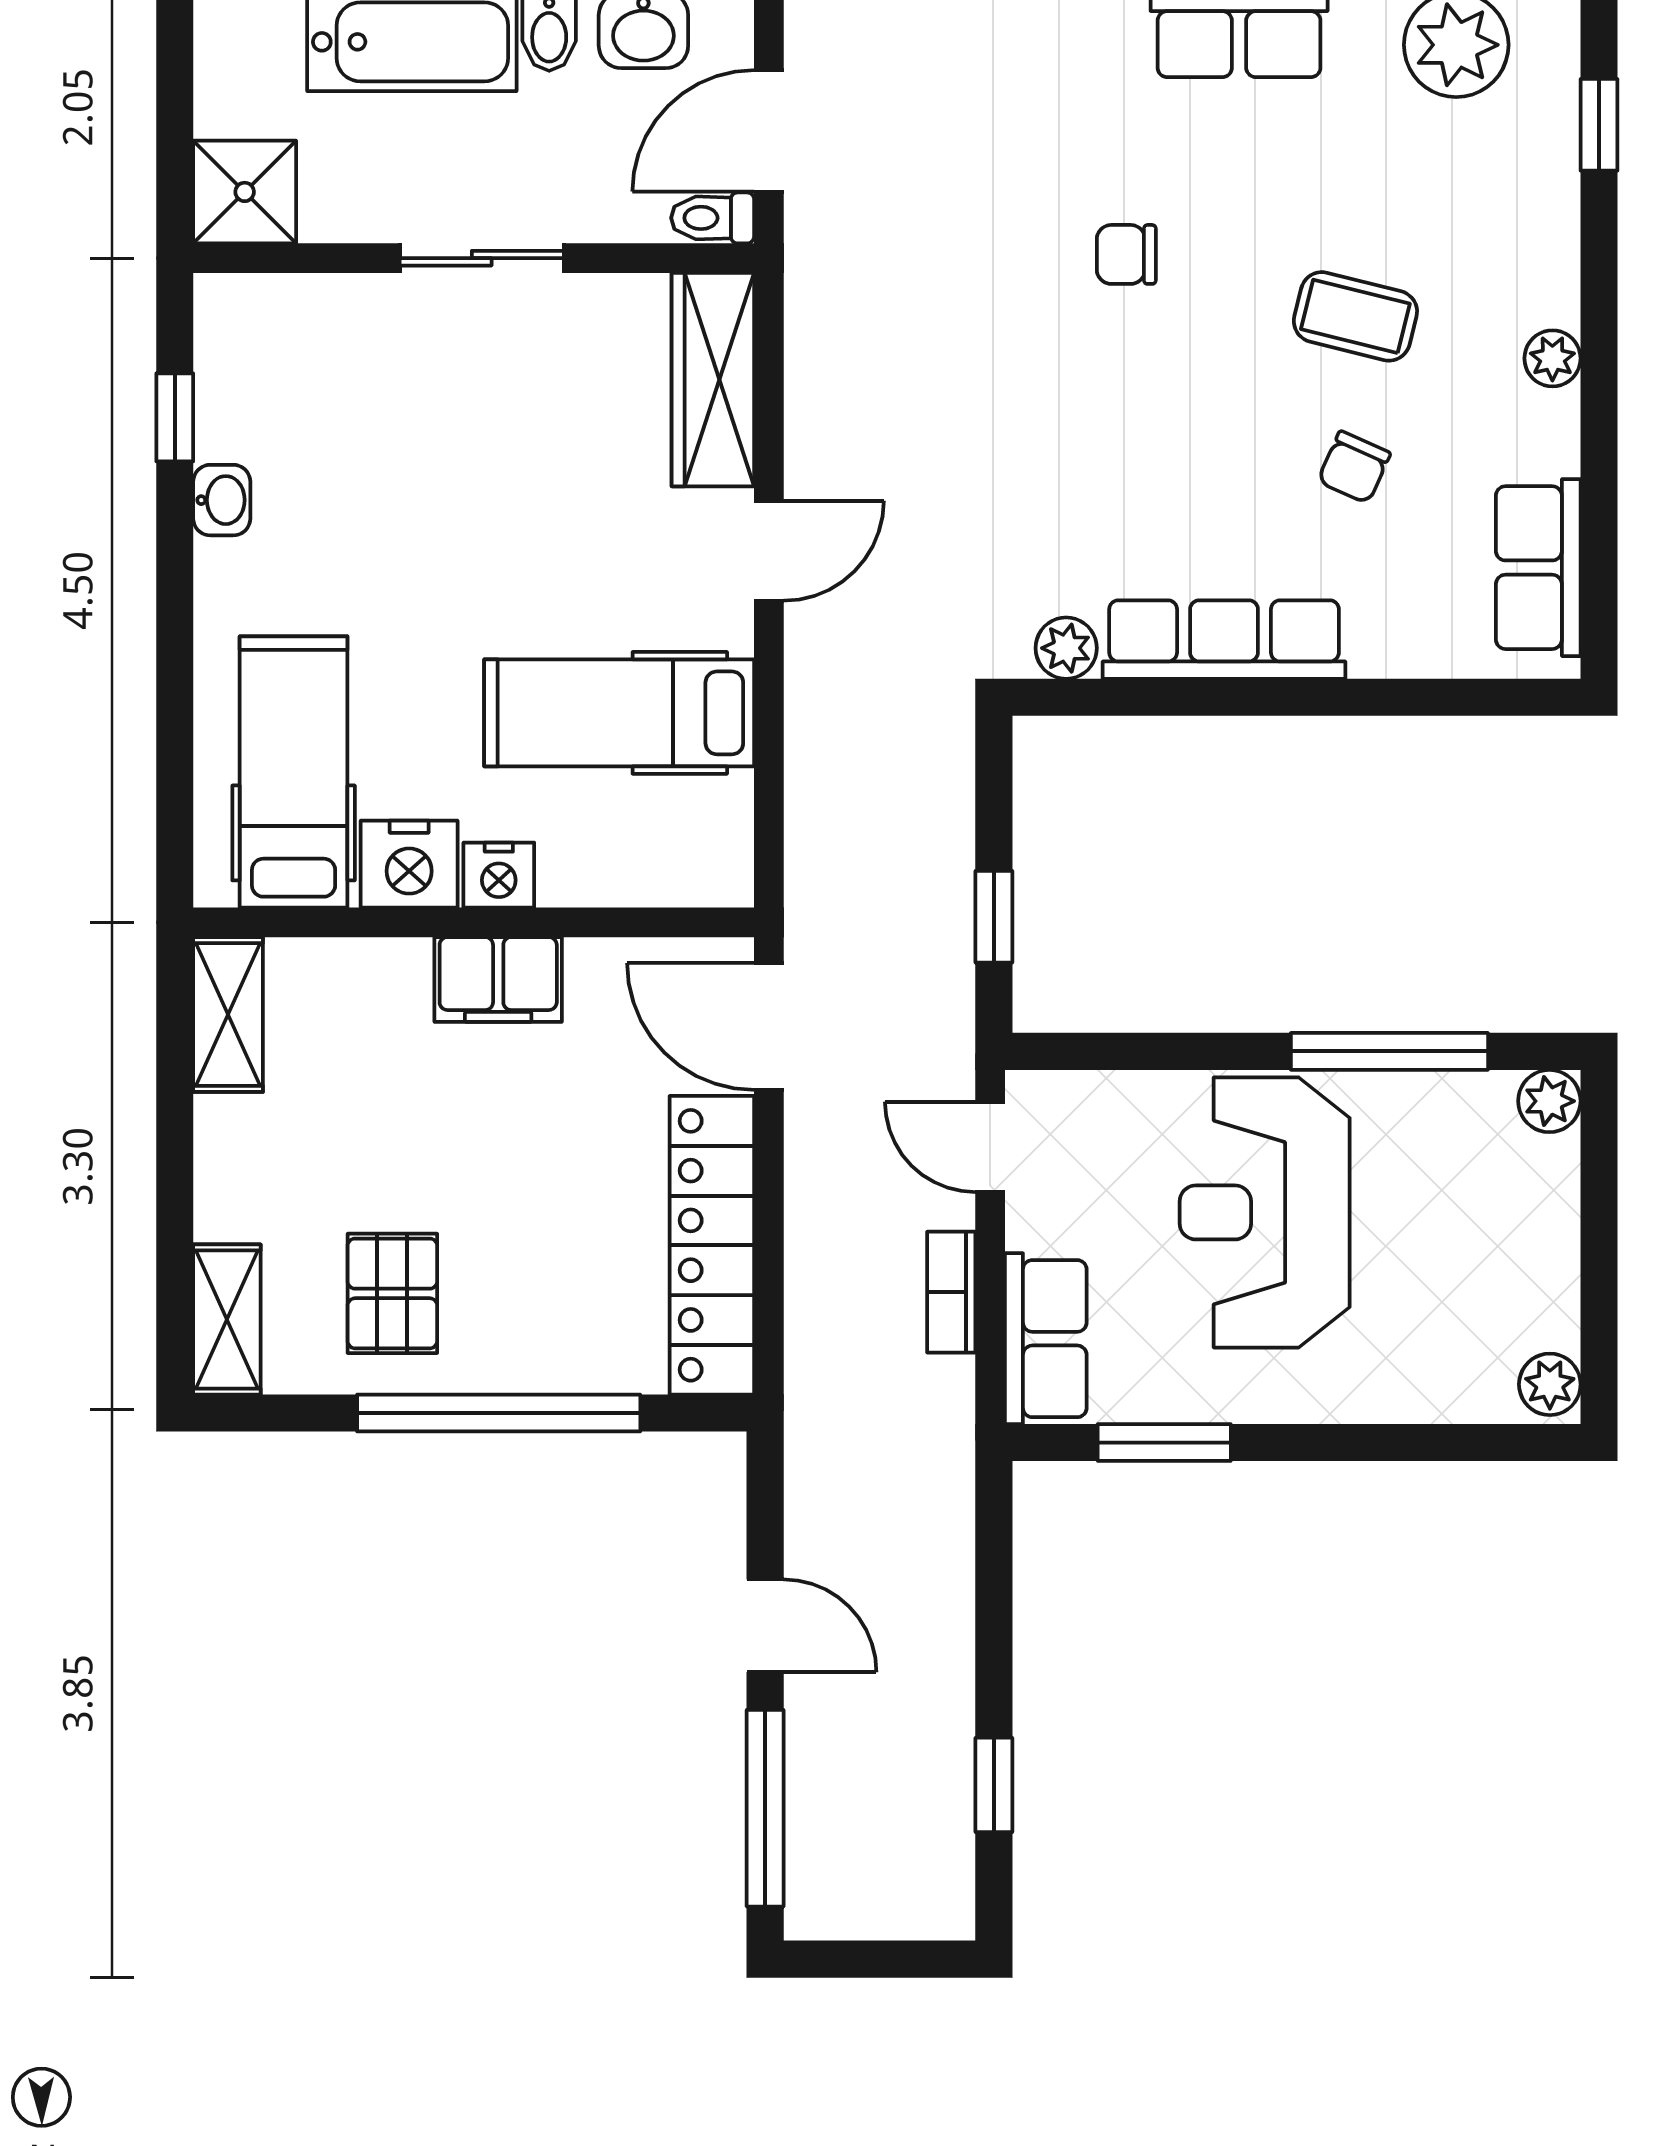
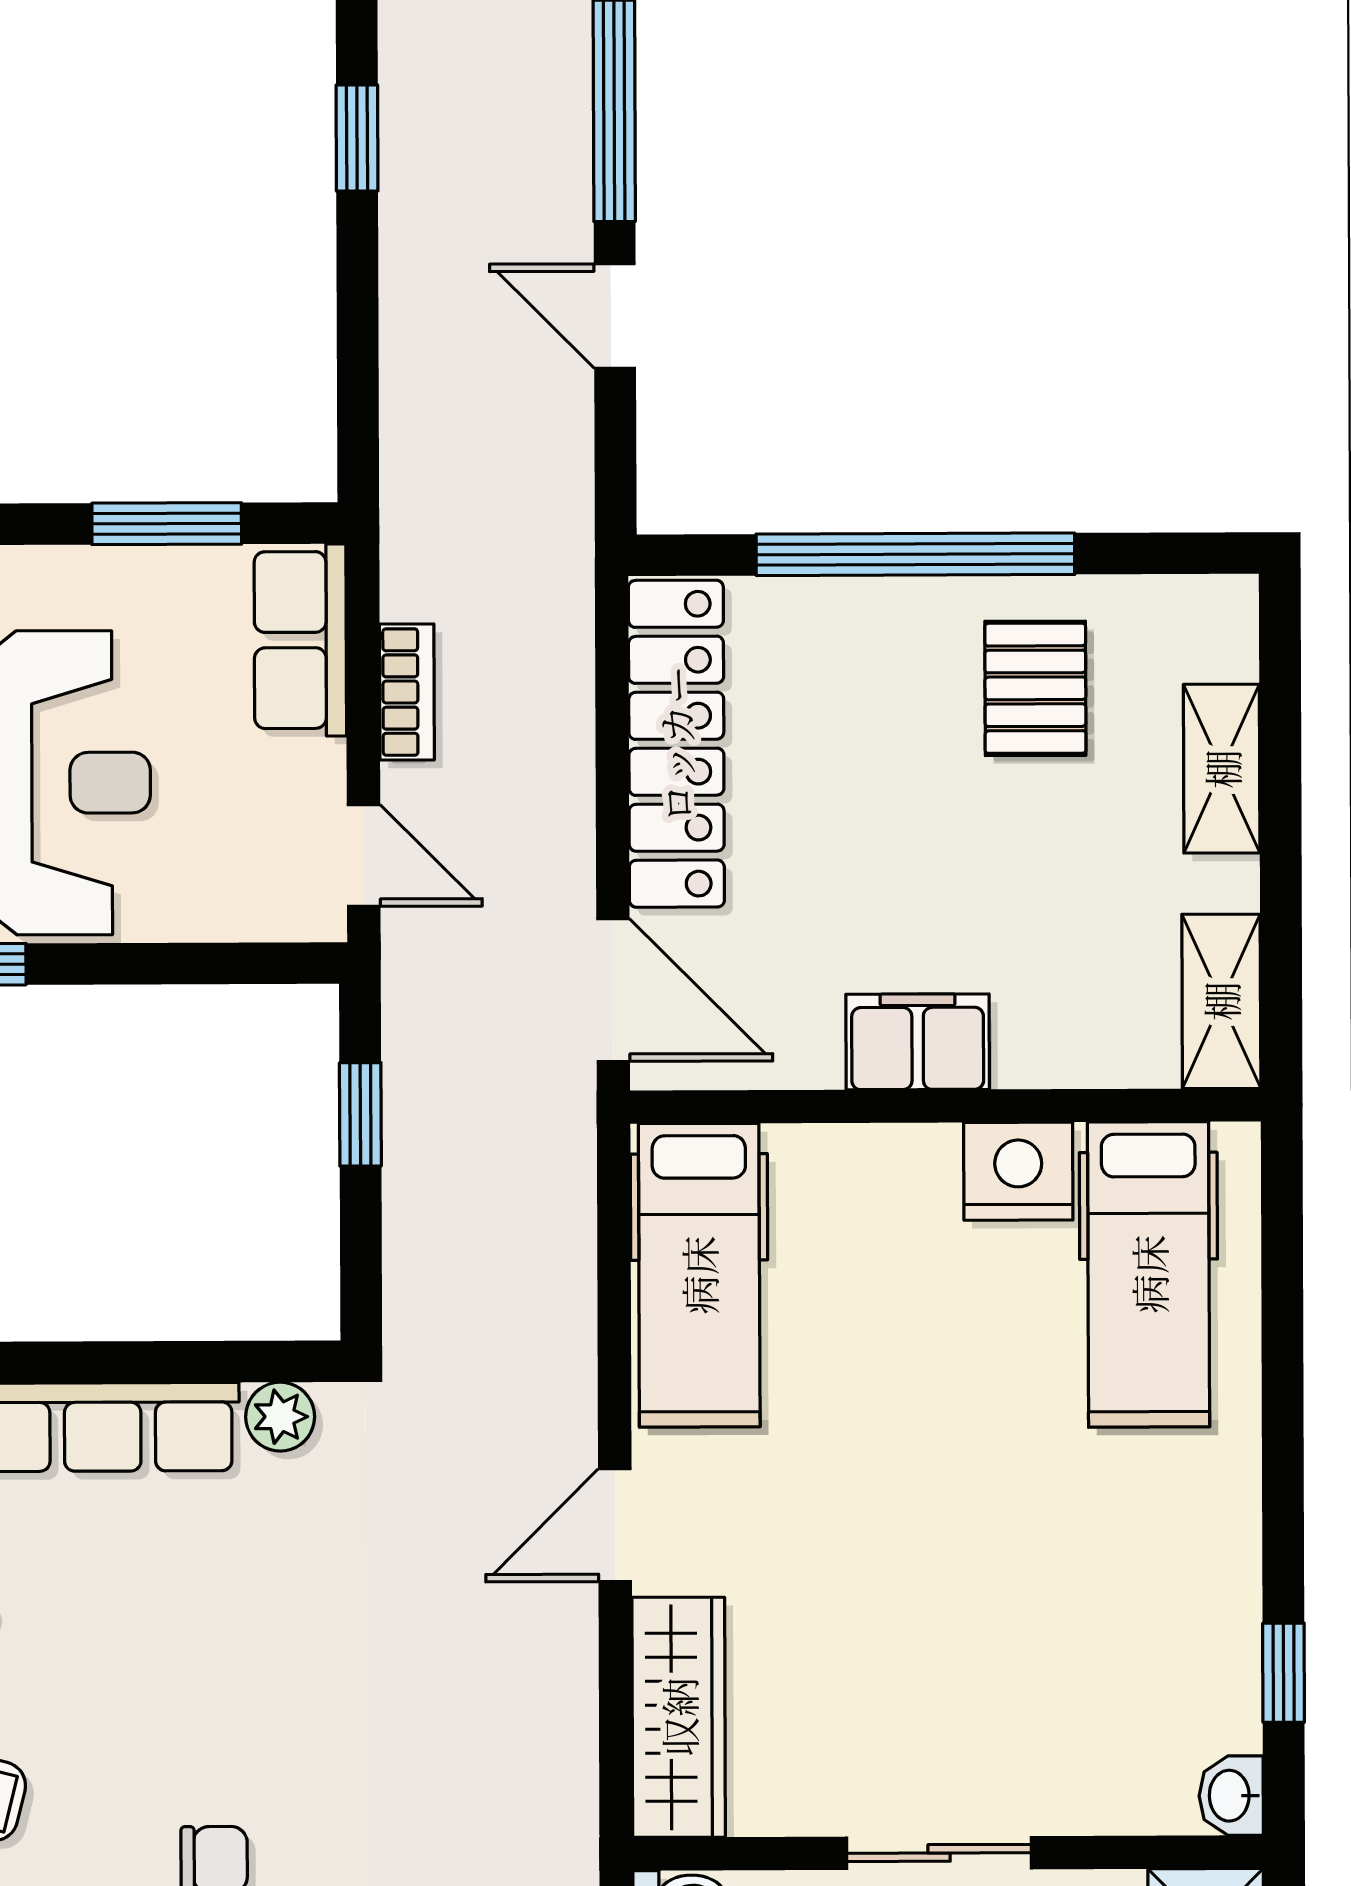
washbasin: (222, 500) -> (1231, 1796), moved
hospital bed: (619, 713) -> (699, 1275), moved, turned 90
nightstand: (499, 875) -> (917, 1159), removed
shelving: (227, 1320) -> (1222, 769), moved

